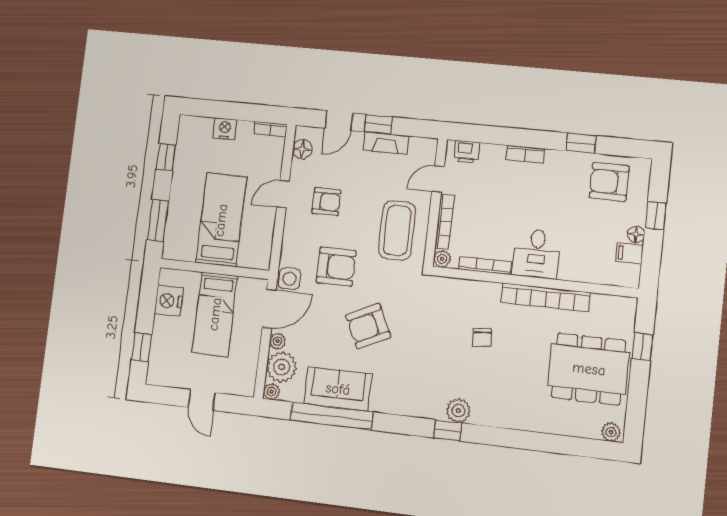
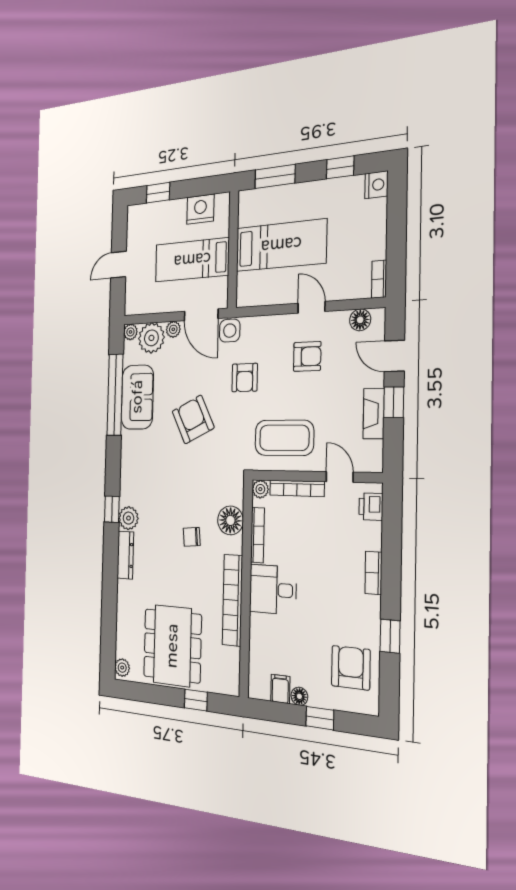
nightstand: (225, 129) -> (376, 185), moved
armchair: (326, 202) -> (307, 356), turned -90
armchair: (336, 267) -> (245, 378), width x0.72, depth x0.72
floor lamp: (469, 293) -> (230, 520), added
dresser: (496, 418) -> (125, 555), added

